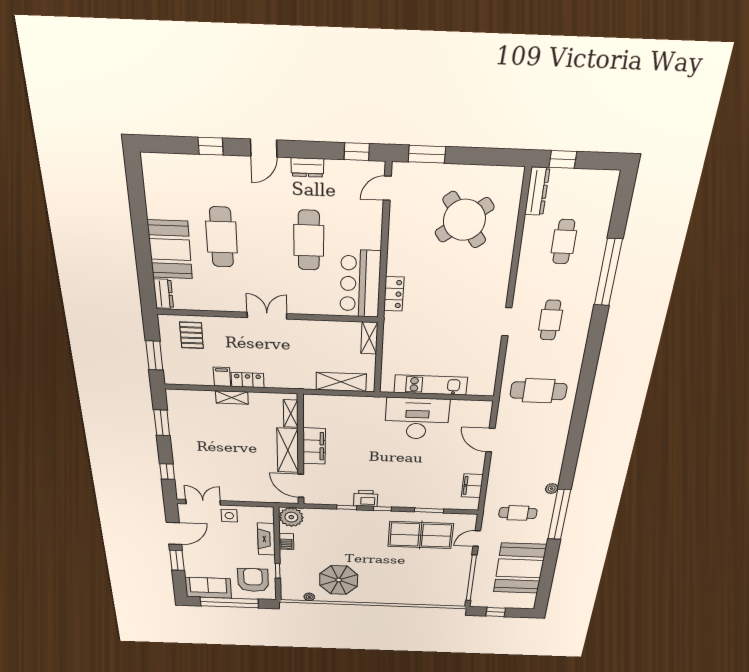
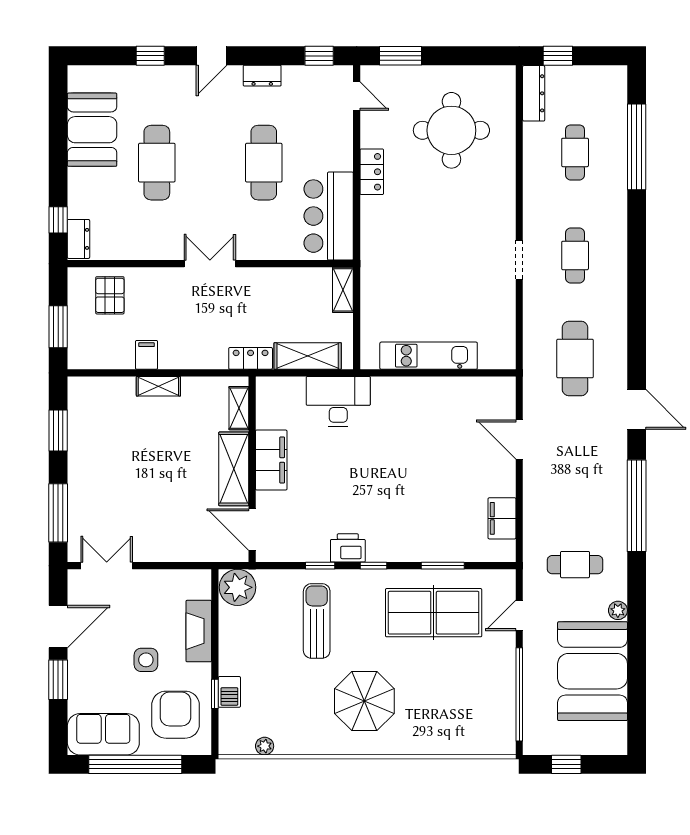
door: (387, 188) -> (357, 96), swing flipped
round table: (464, 220) -> (451, 130), turned 37
booth: (170, 250) -> (92, 130), moved
window: (608, 272) -> (637, 147), moved
window: (146, 279) -> (58, 220), added
locker: (394, 294) -> (372, 172), moved
locker: (248, 380) -> (251, 358), moved
cafe table: (539, 391) -> (575, 359), turned 90
desk: (417, 419) -> (338, 401), moved, width x0.73, depth x0.77
door: (577, 425) -> (637, 409), added
window: (167, 472) -> (58, 513), width x2.17
plant: (552, 489) -> (618, 610), moved
window: (559, 515) -> (637, 506), moved
side table: (229, 516) -> (146, 660), moved
sun lounger: (344, 537) -> (317, 621), added
barbecue: (286, 541) -> (229, 692), moved
parasol: (339, 580) -> (364, 701), moved

